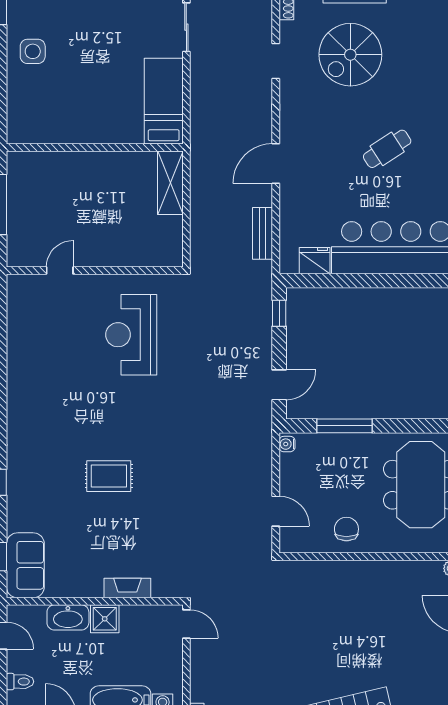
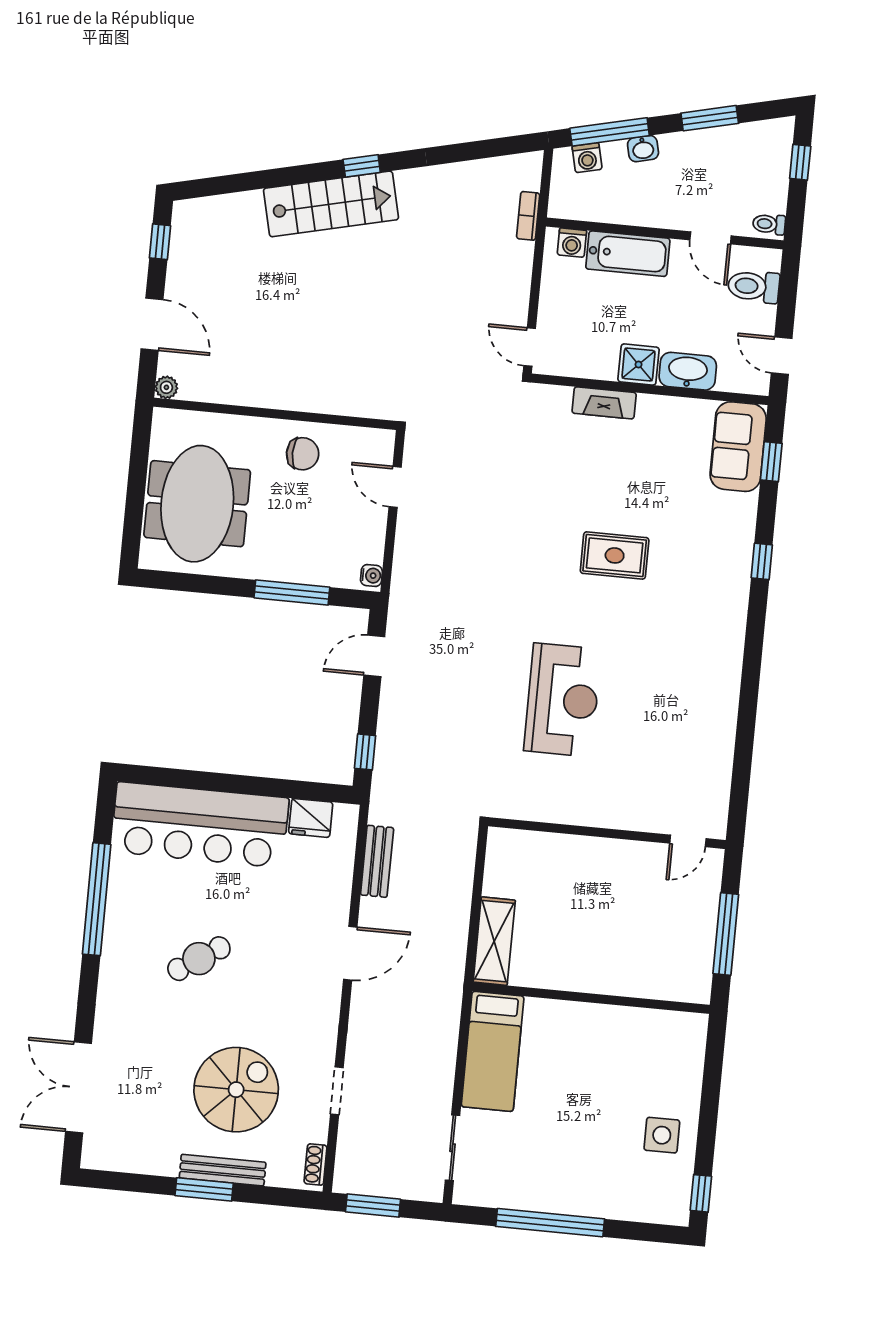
door: (60, 270) -> (688, 841), moved
reception desk: (131, 335) -> (563, 700), moved
chair: (346, 529) -> (303, 454), turned -90
toilet: (20, 682) -> (754, 286), width x1.37, depth x1.39

